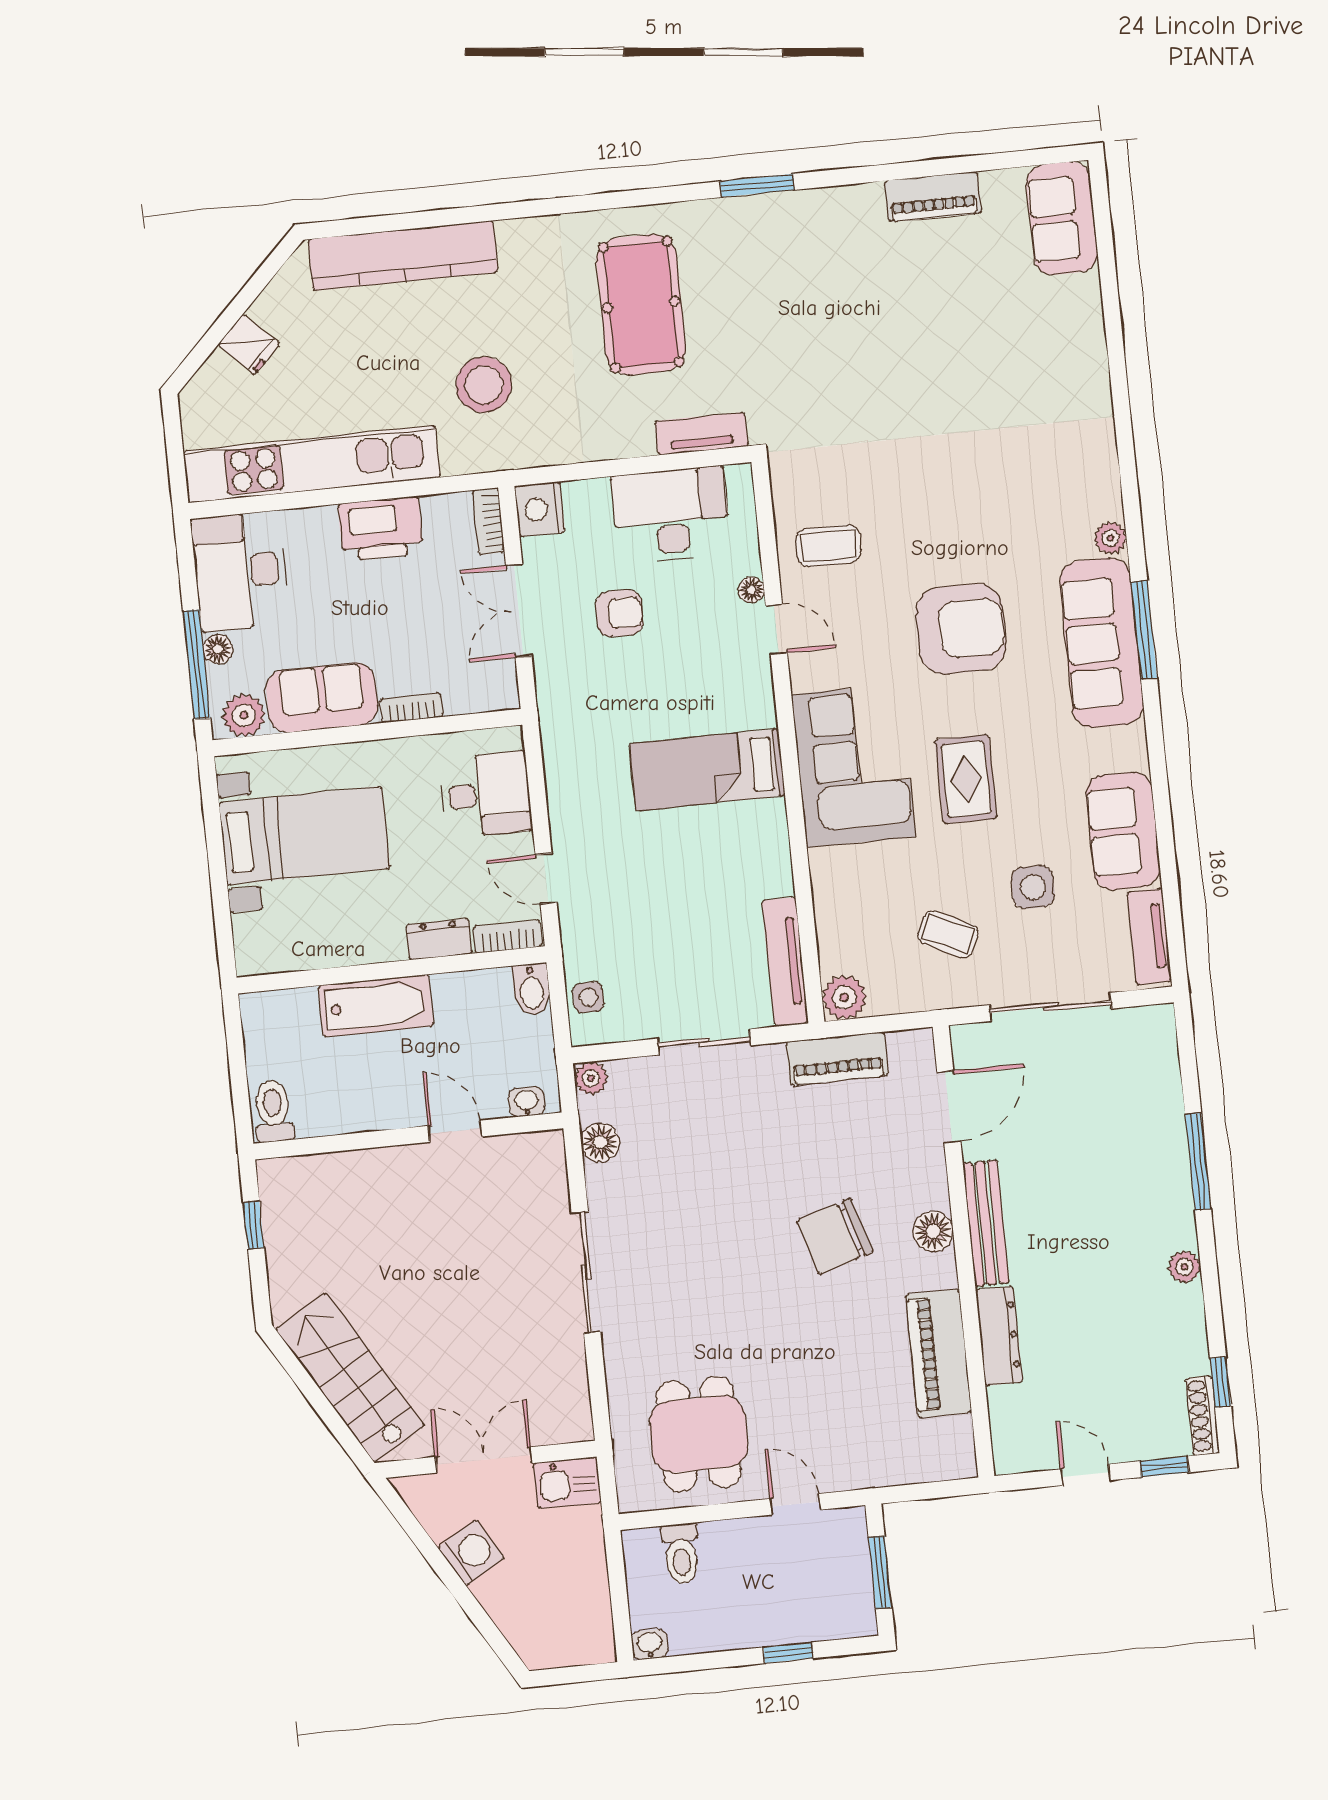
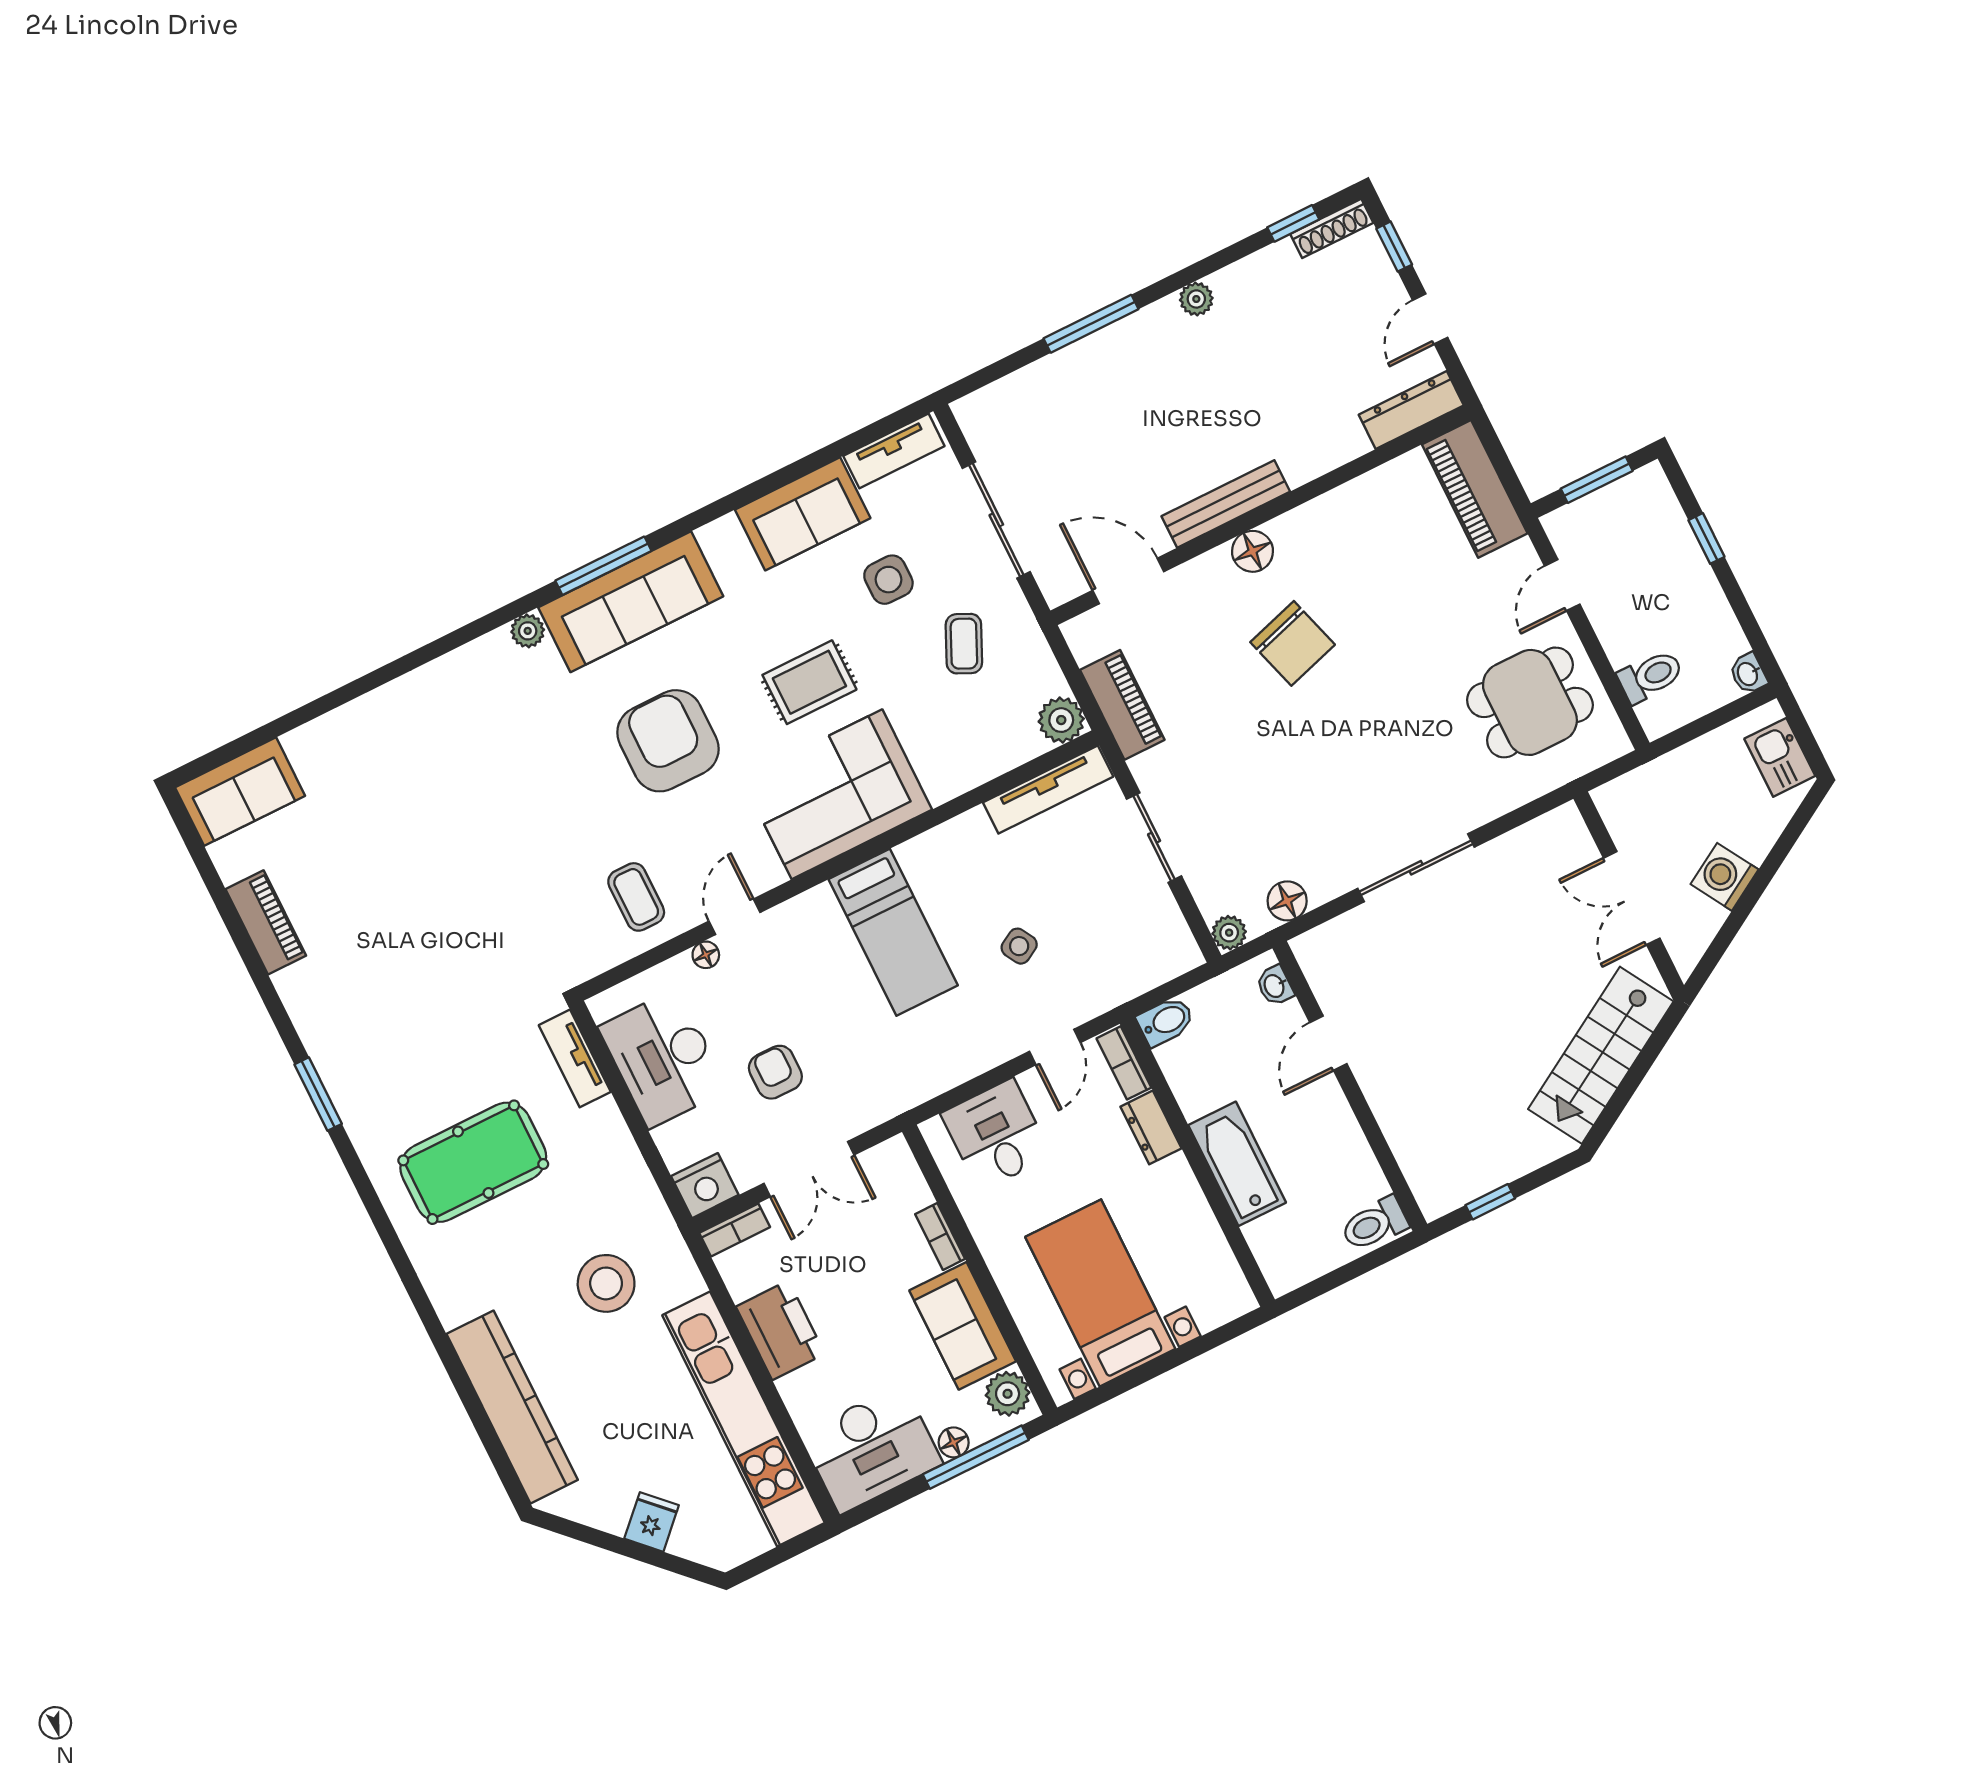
side table: (588, 997) -> (1019, 946), moved, turned -30
dresser: (999, 1336) -> (1411, 410), moved
piano: (939, 1353) -> (1475, 489), moved, turned 90
kitchen sink: (567, 1483) -> (1780, 757), moved, turned 180

